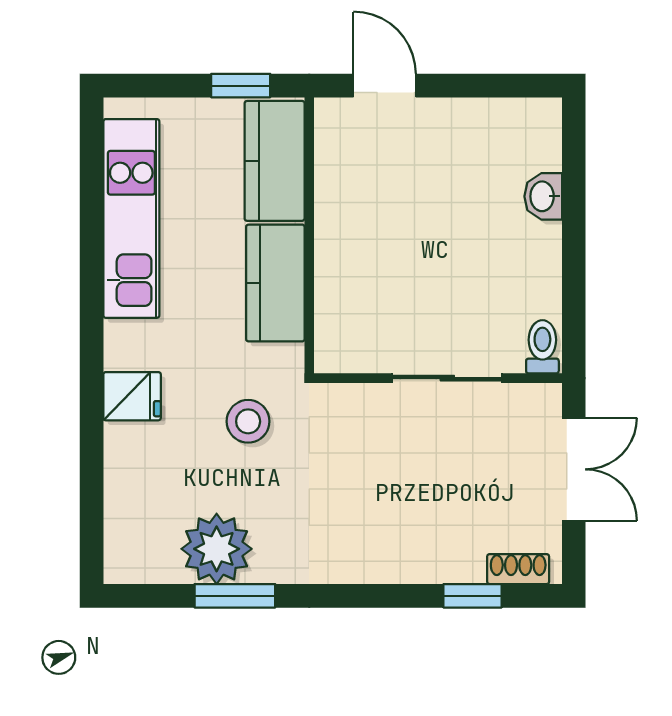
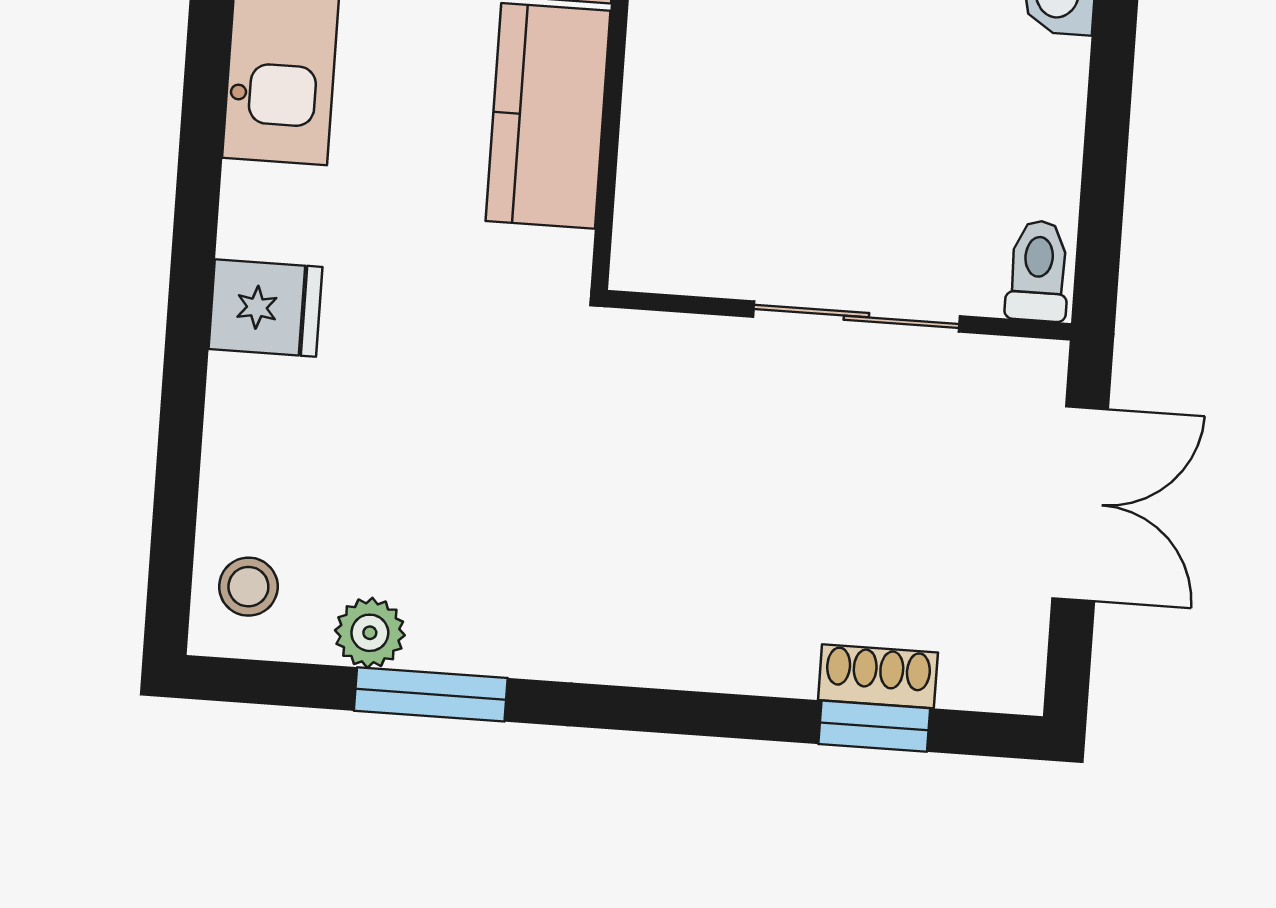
stool: (248, 421) -> (248, 587), moved, width x0.73, depth x0.73
plant: (217, 549) -> (370, 633), width x0.53, depth x0.53
shoe rack: (518, 569) -> (878, 676), moved

